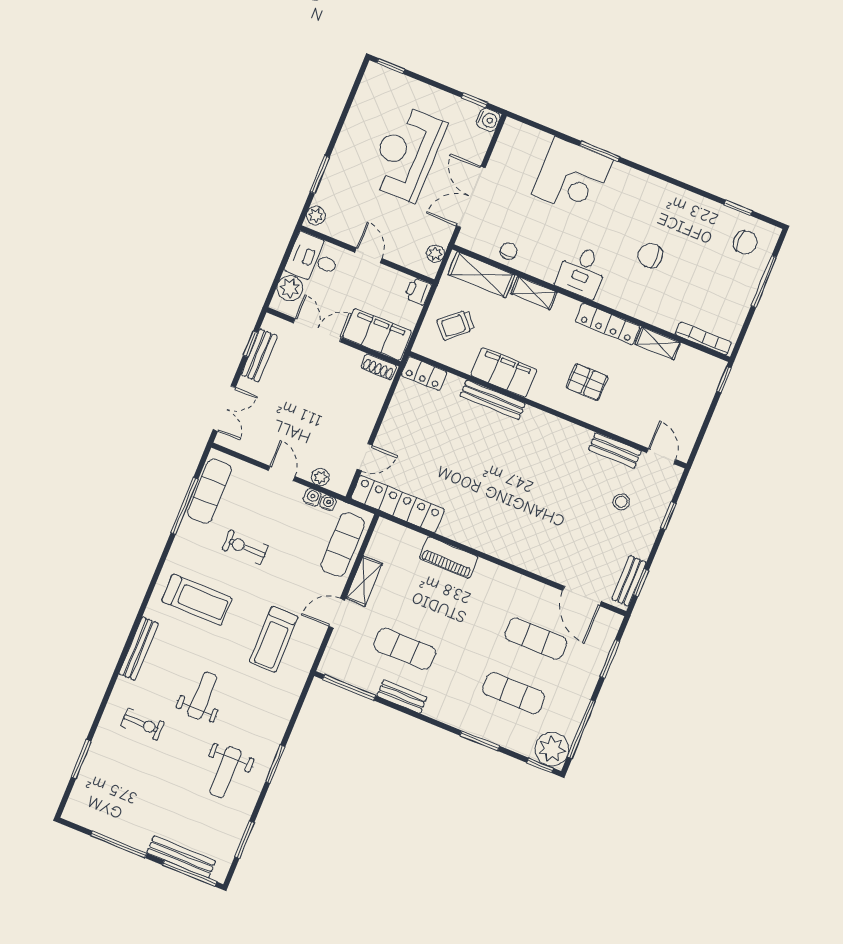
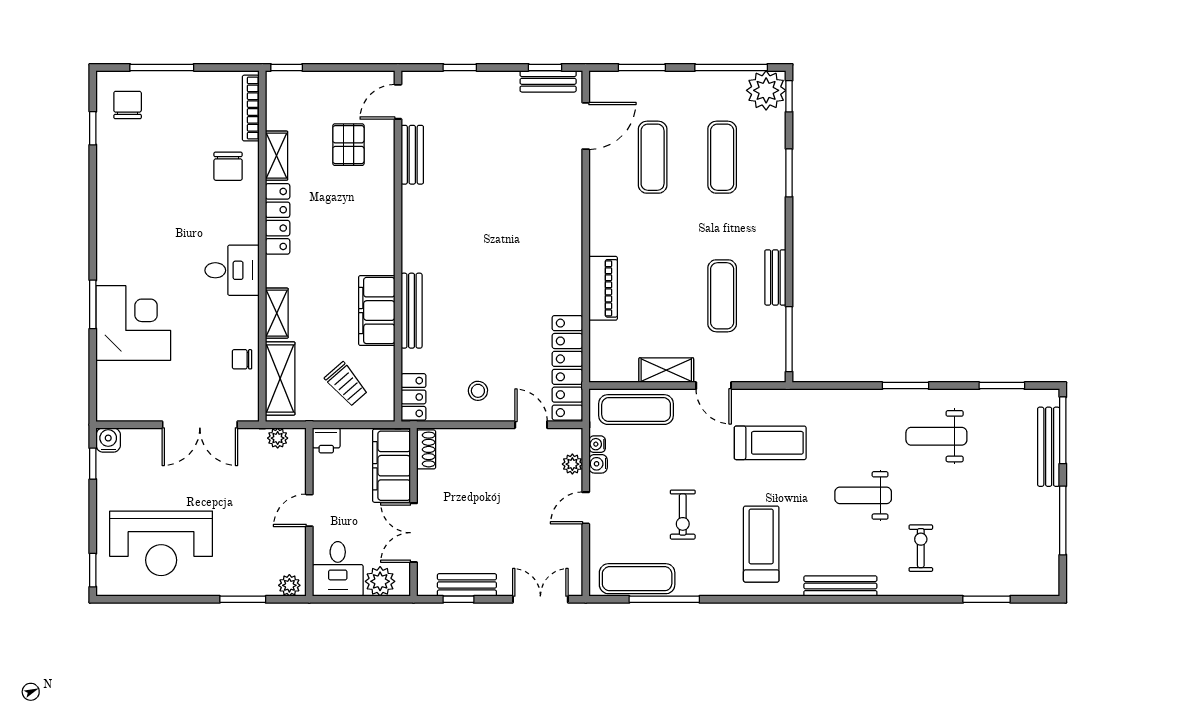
reception desk: (406, 153) -> (161, 543), moved
chair: (650, 255) -> (228, 166), moved
pallet: (587, 382) -> (348, 145), moved
stool: (621, 502) -> (478, 391), moved
weight bench: (225, 772) -> (936, 436), turned 180

